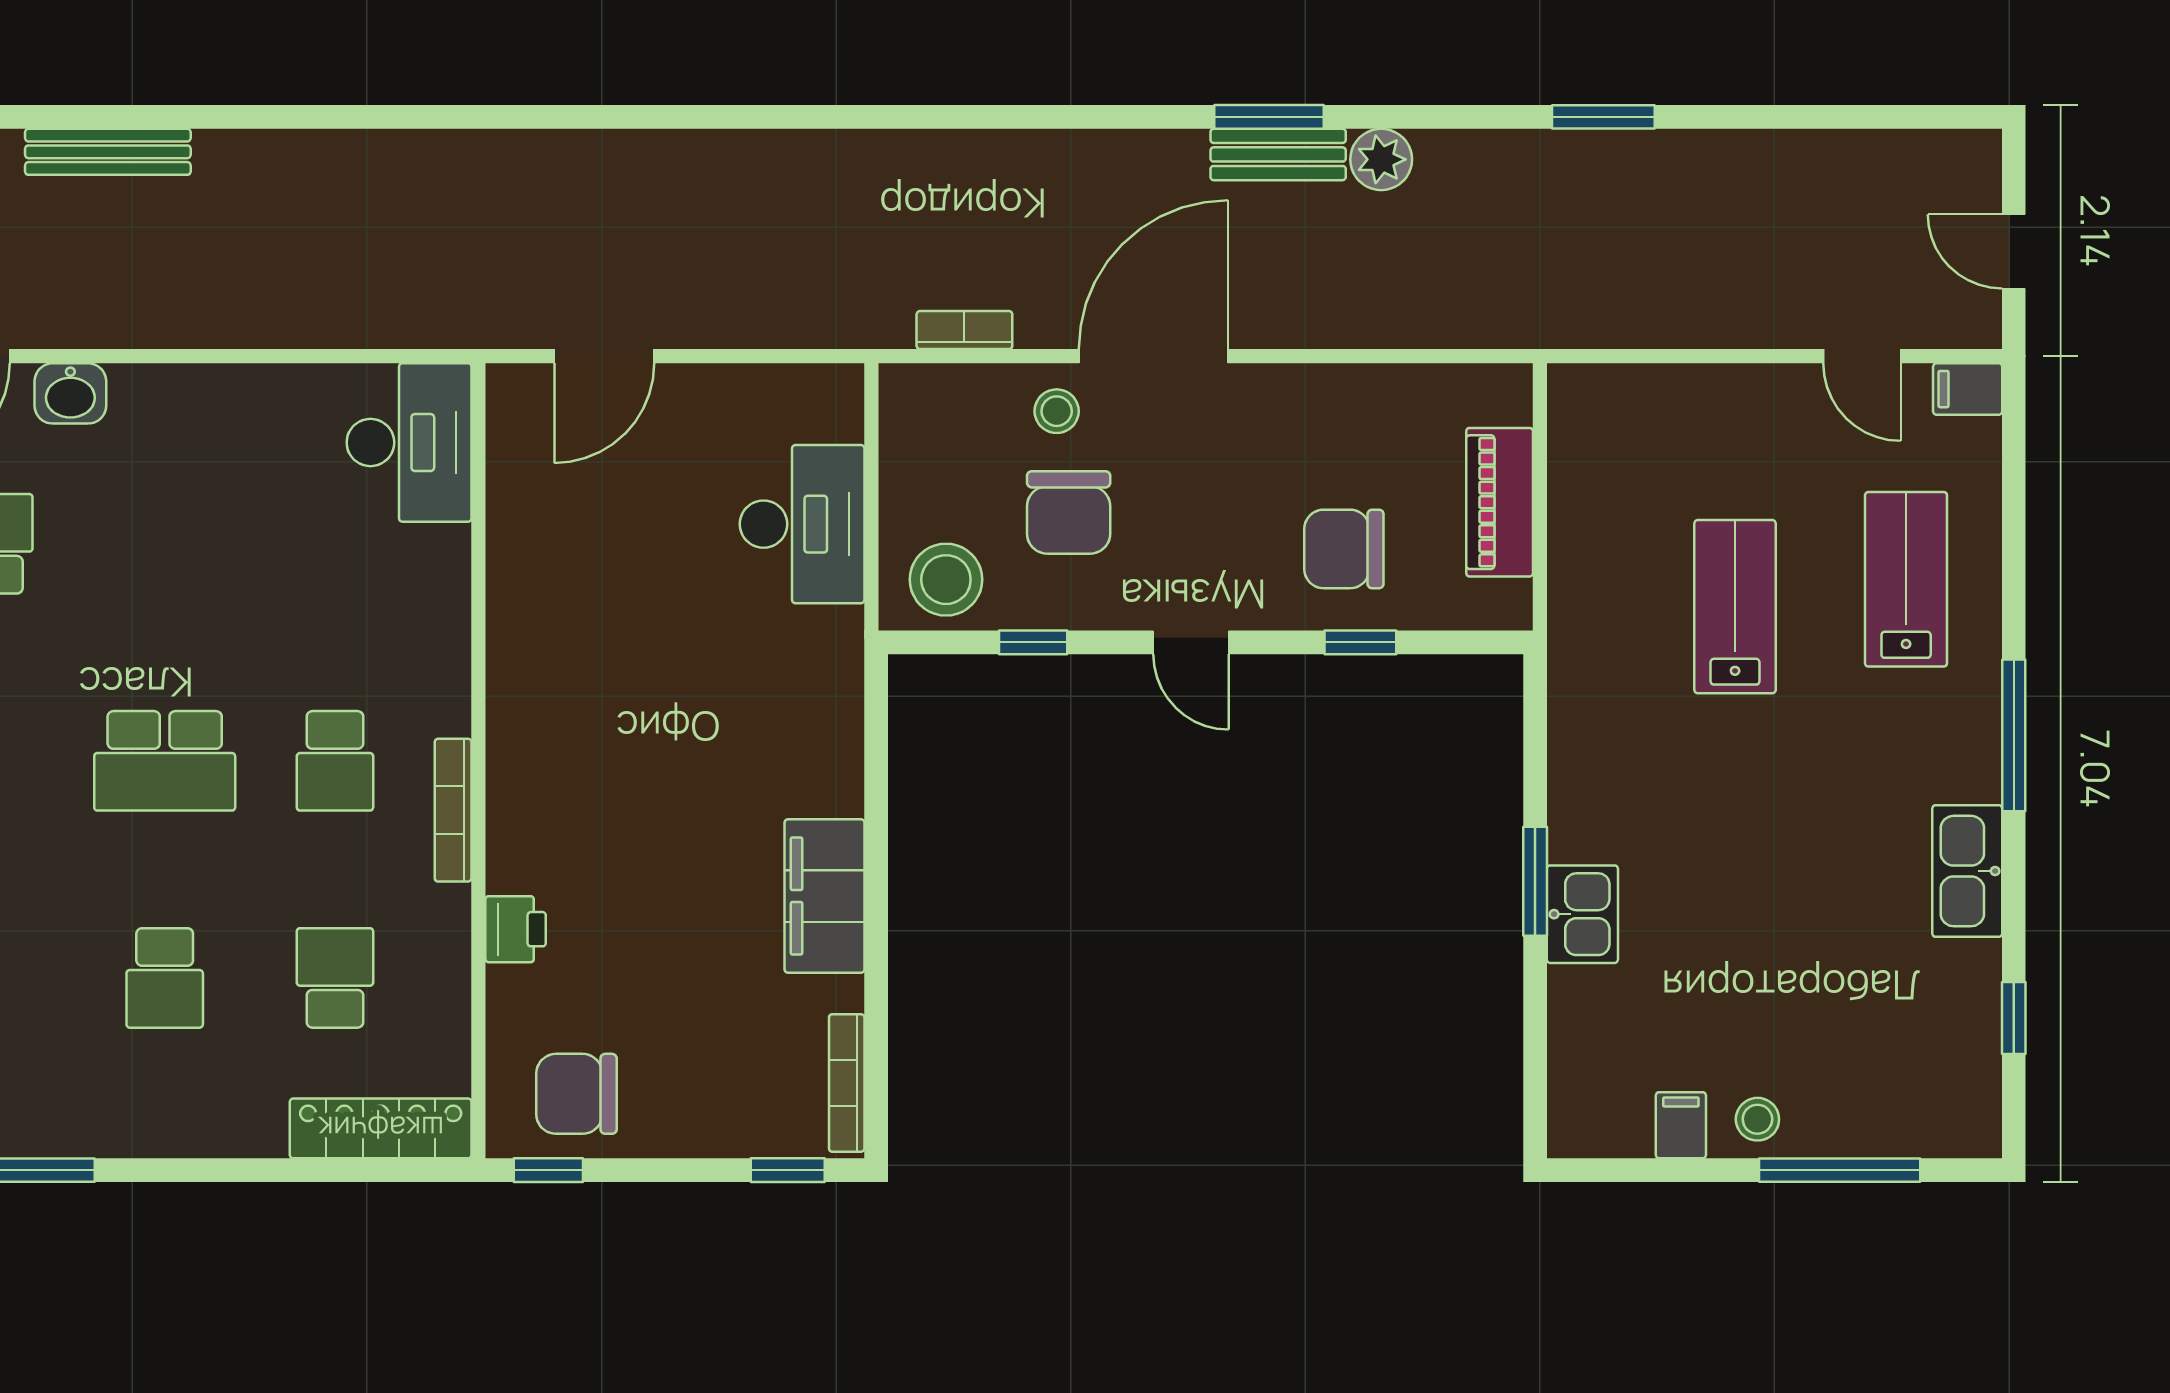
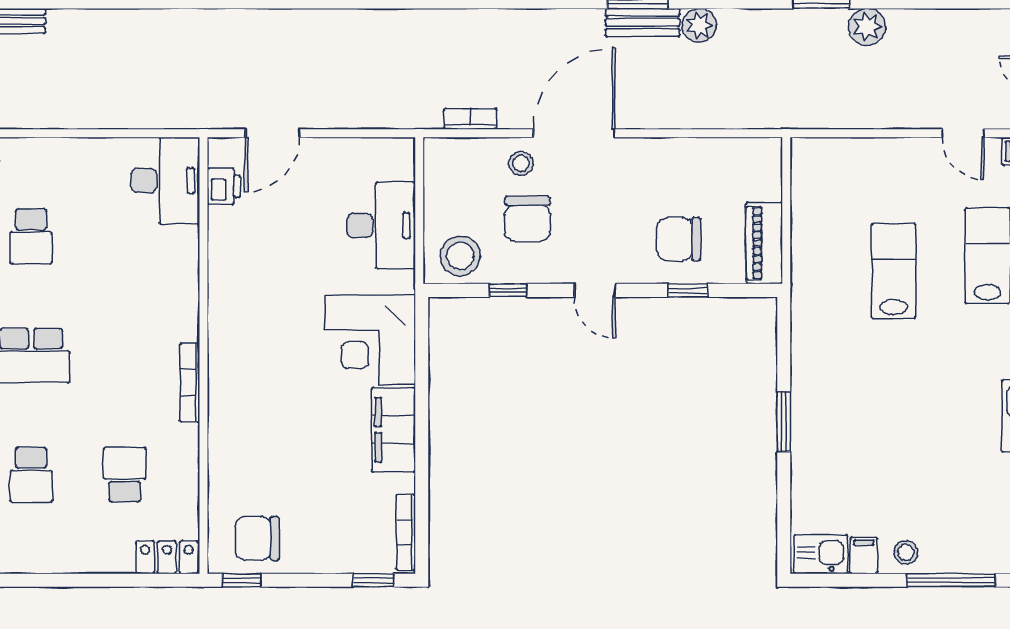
plant: (1687, 162) -> (867, 27), added
piano: (1500, 502) -> (764, 243), moved
corner desk: (782, 732) -> (370, 340), added
school desk: (335, 761) -> (31, 236), moved
kitchen sink: (1582, 914) -> (821, 554), moved, turned -90
printer: (516, 929) -> (224, 186), moved
locker: (381, 1128) -> (167, 557), width x0.66

